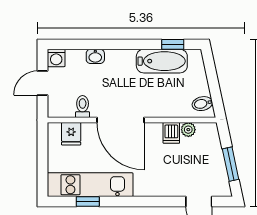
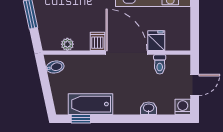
dishwasher: (171, 133) -> (97, 41), moved
fridge: (71, 134) -> (156, 41), moved

